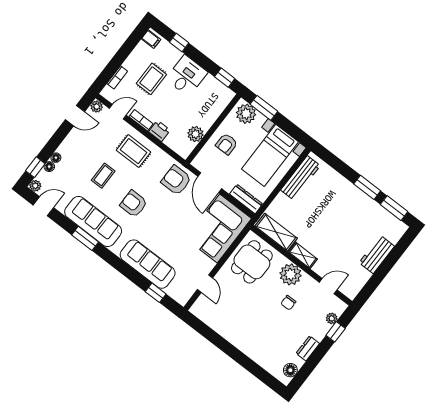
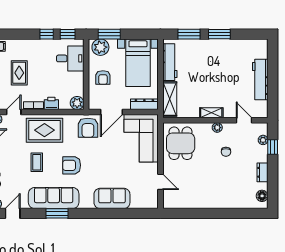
window: (179, 42) -> (47, 34), moved
desk: (187, 76) -> (70, 58), moved, turned 90
plant: (196, 134) -> (77, 103), moved
rug: (134, 151) -> (44, 130), width x1.36, depth x1.43
armchair: (176, 180) -> (88, 128), turned -90
door: (210, 183) -> (112, 112), hinge flipped
window: (394, 208) -> (189, 34), moved
shelving: (276, 232) -> (170, 99), moved, turned 90
workbench: (377, 254) -> (260, 80), width x1.38
sofa: (148, 264) -> (112, 198), width x0.73
plant: (291, 274) -> (217, 128), width x0.53, depth x0.53
door: (328, 286) -> (244, 120), hinge flipped
window: (156, 293) -> (132, 213), removed

